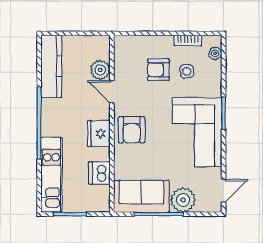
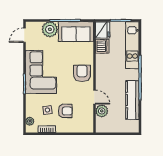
kitchen counter: (51, 66) -> (132, 100), moved
fridge: (99, 134) -> (103, 30), moved

